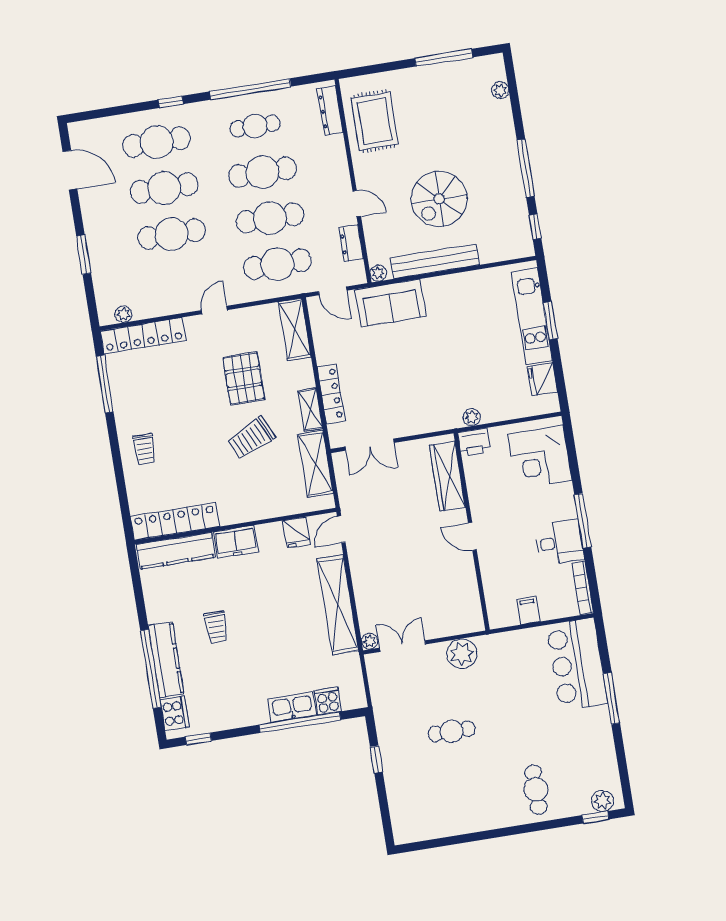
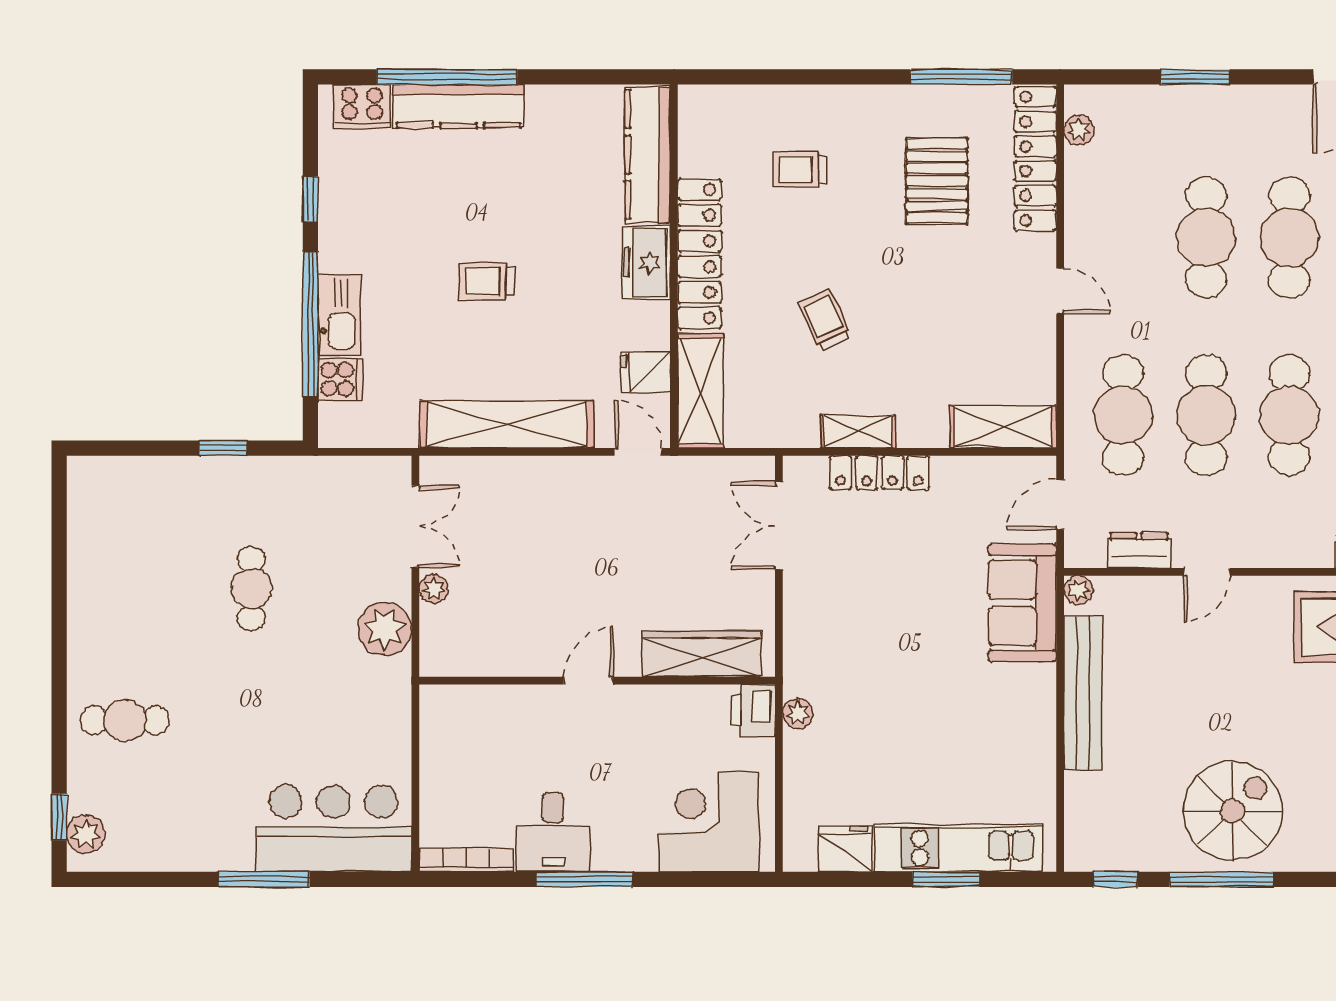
spiral stairs: (439, 199) -> (1233, 811), moved, turned 90
pallet: (244, 378) -> (937, 181), moved, turned 90
trolley: (251, 438) -> (824, 320), width x0.73, depth x0.72
trolley: (144, 449) -> (799, 169), moved
shelving: (315, 464) -> (701, 391), moved, turned 90
locker: (175, 521) -> (700, 254), moved
filing cabinet: (528, 611) -> (442, 758), removed
trolley: (216, 627) -> (486, 281), moved
plant: (370, 641) -> (433, 589), moved
window: (198, 739) -> (310, 199), moved

